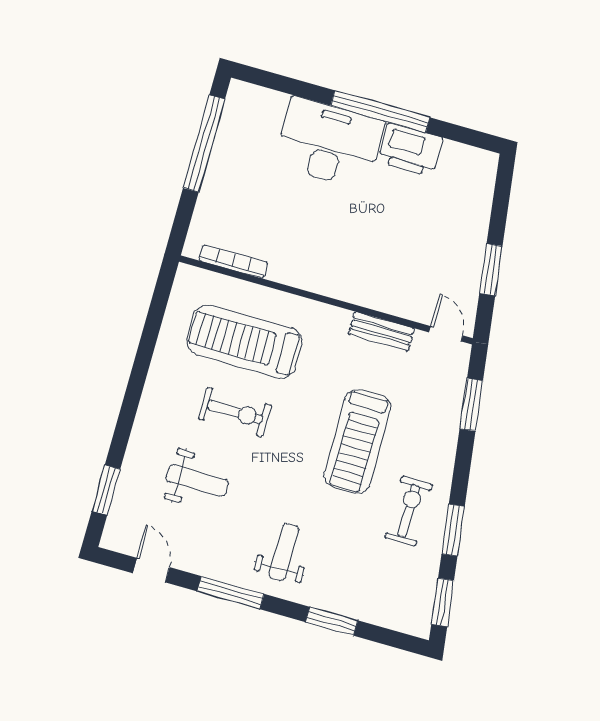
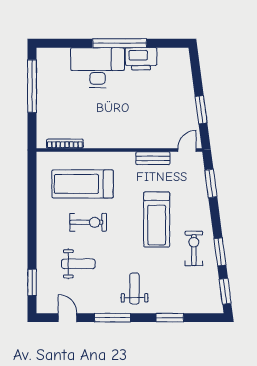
door: (446, 334) -> (187, 150), hinge flipped

